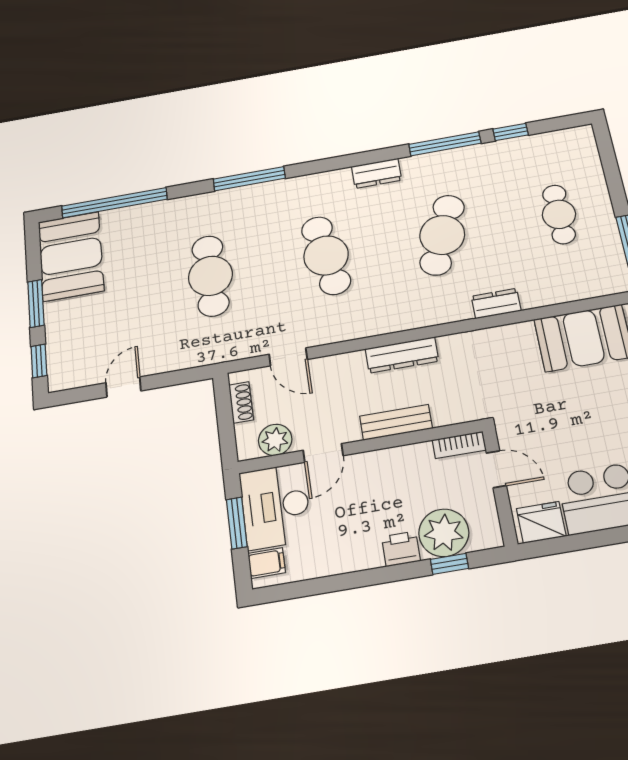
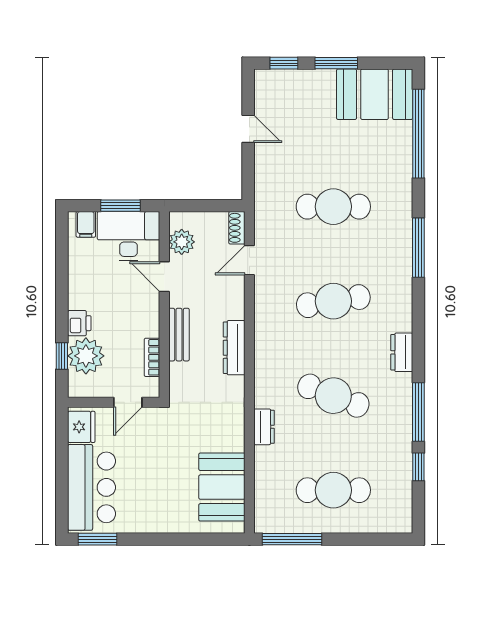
cafe table: (559, 214) -> (333, 490), width x1.37, depth x1.35
shoe rack: (241, 402) -> (237, 228), moved, turned 90
bookcase: (459, 445) -> (152, 357), moved

